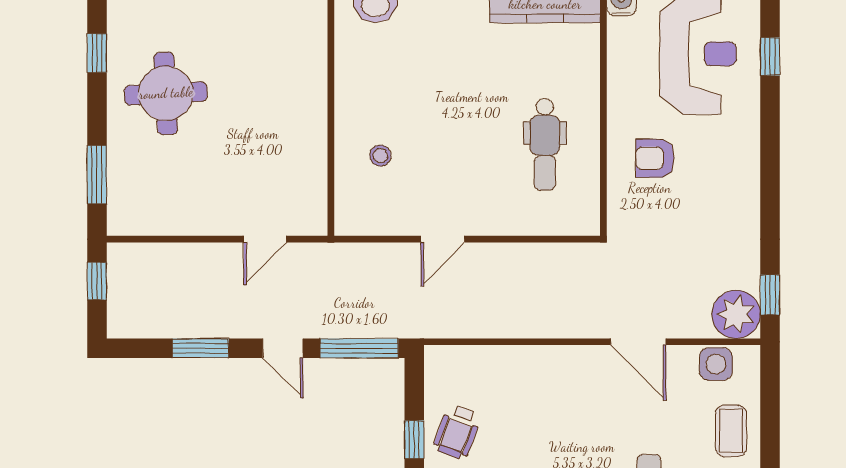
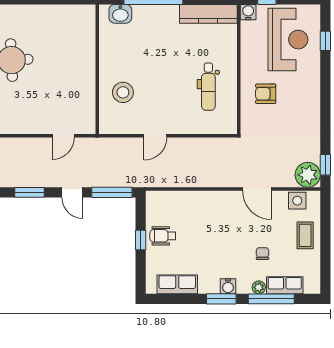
stool: (380, 156) -> (123, 92), width x1.89, depth x1.89
wheelchair: (457, 432) -> (163, 236), turned 70

